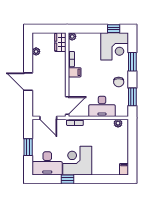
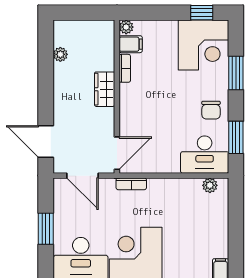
wardrobe: (60, 42) -> (105, 89), moved
filing cabinet: (75, 72) -> (131, 44), moved
door: (28, 82) -> (46, 141), moved
desk: (102, 106) -> (205, 155), moved

